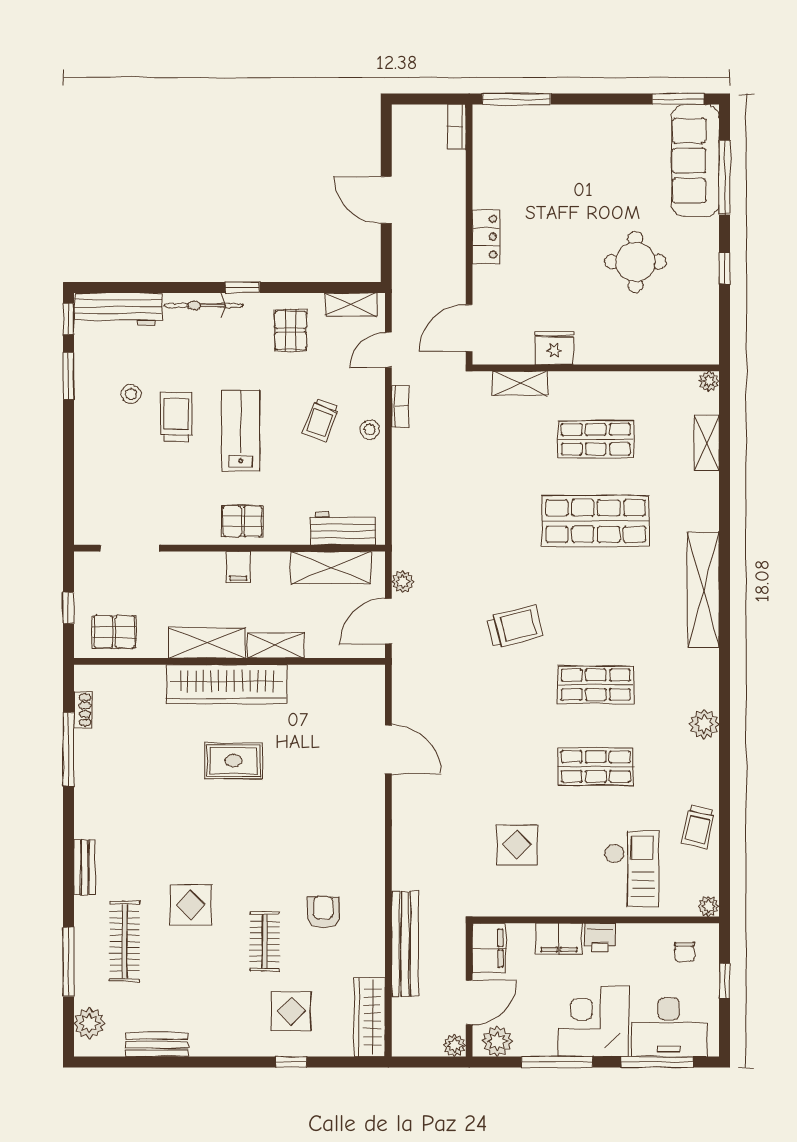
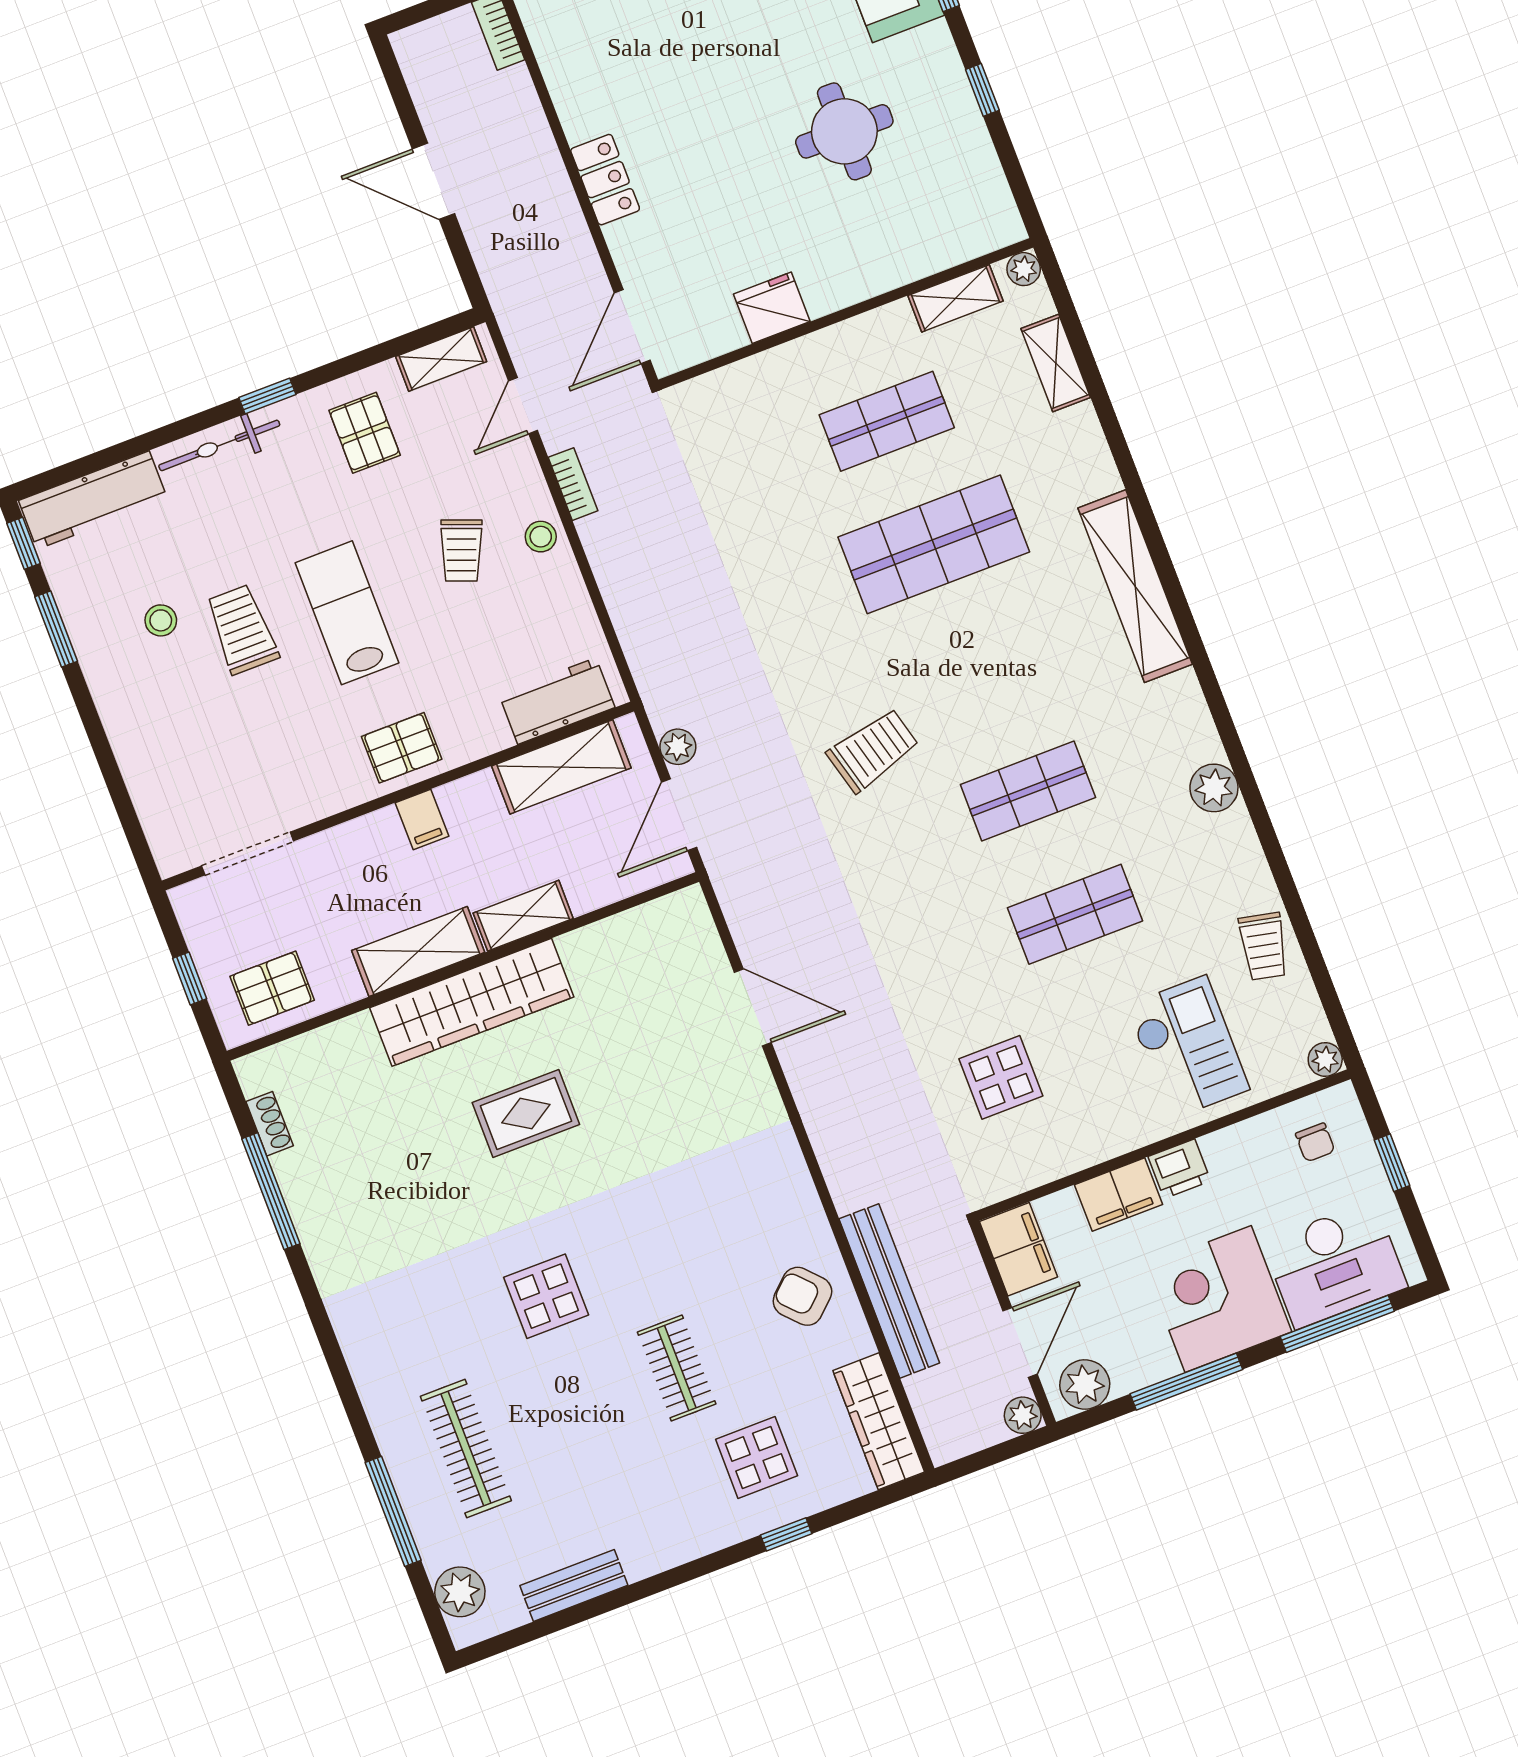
shelving: (520, 383) -> (955, 298), moved
bench: (84, 867) -> (363, 1360), removed
display table: (191, 905) -> (546, 1296), moved
armchair: (323, 912) -> (802, 1296), moved, turned -43

